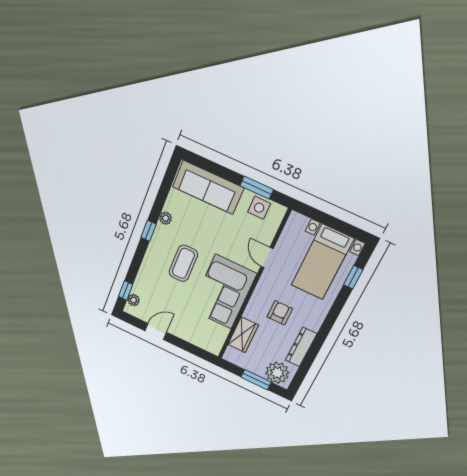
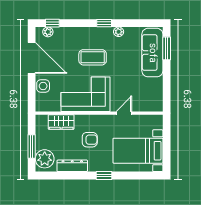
window: (257, 188) -> (167, 48), moved
side table: (259, 208) -> (43, 86), moved
window: (353, 277) -> (104, 175), moved
door: (156, 331) -> (32, 58), width x1.87

